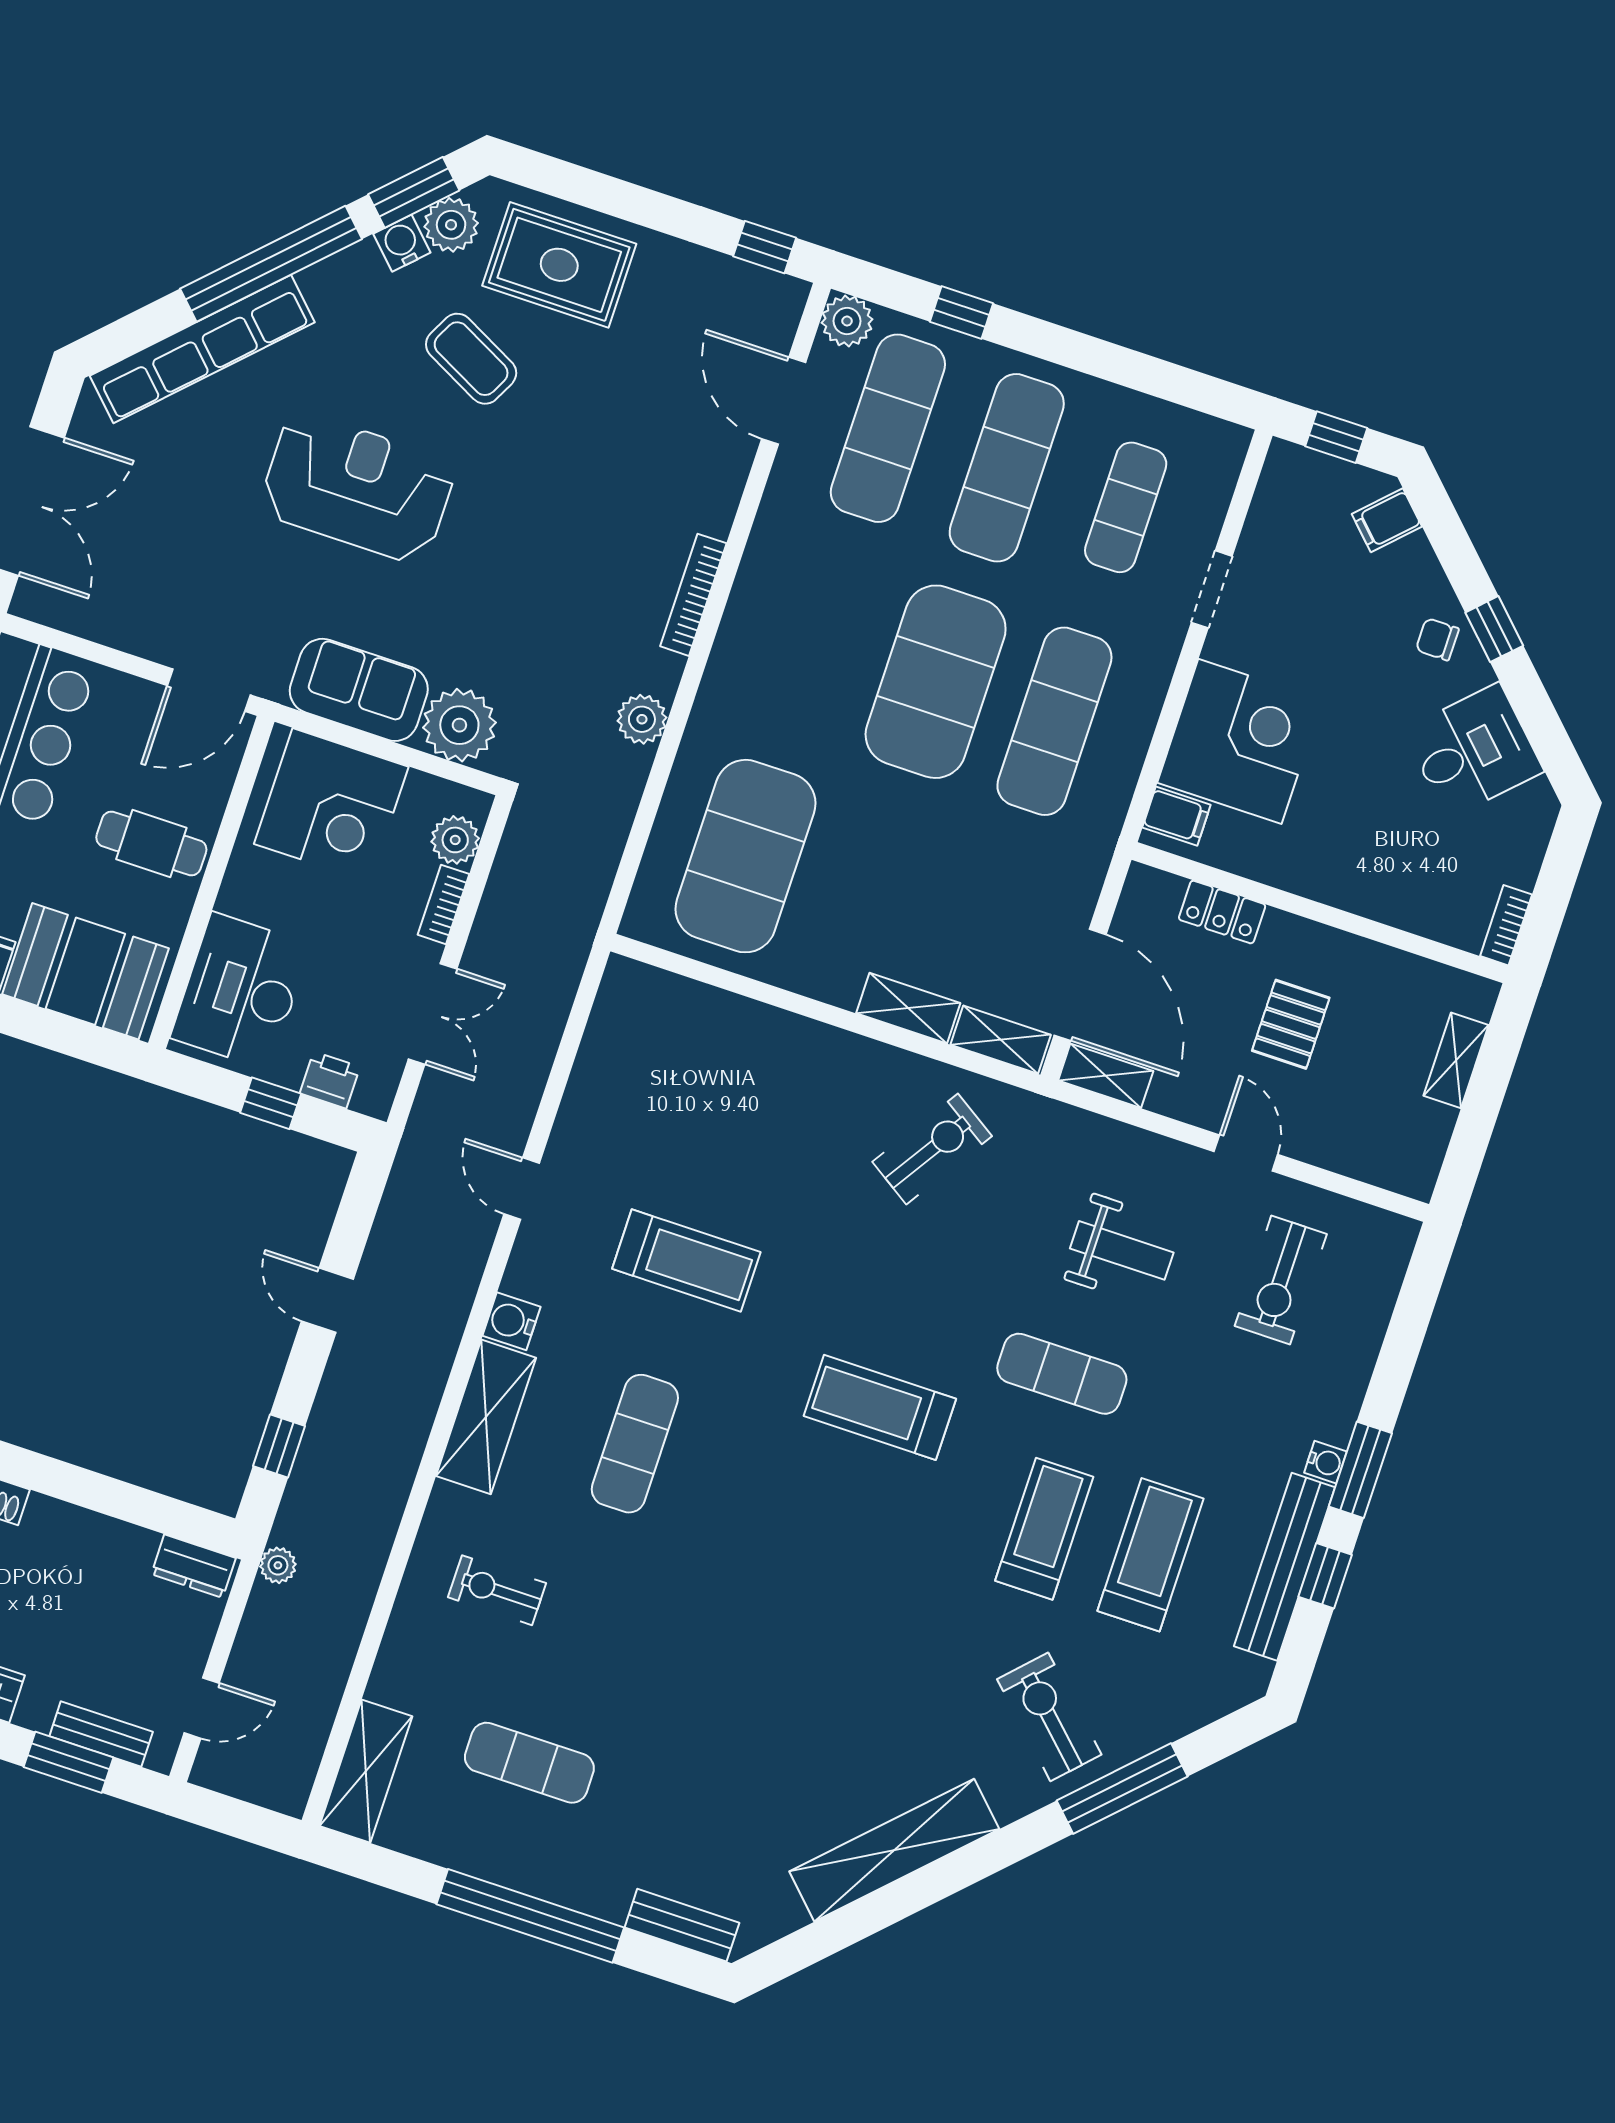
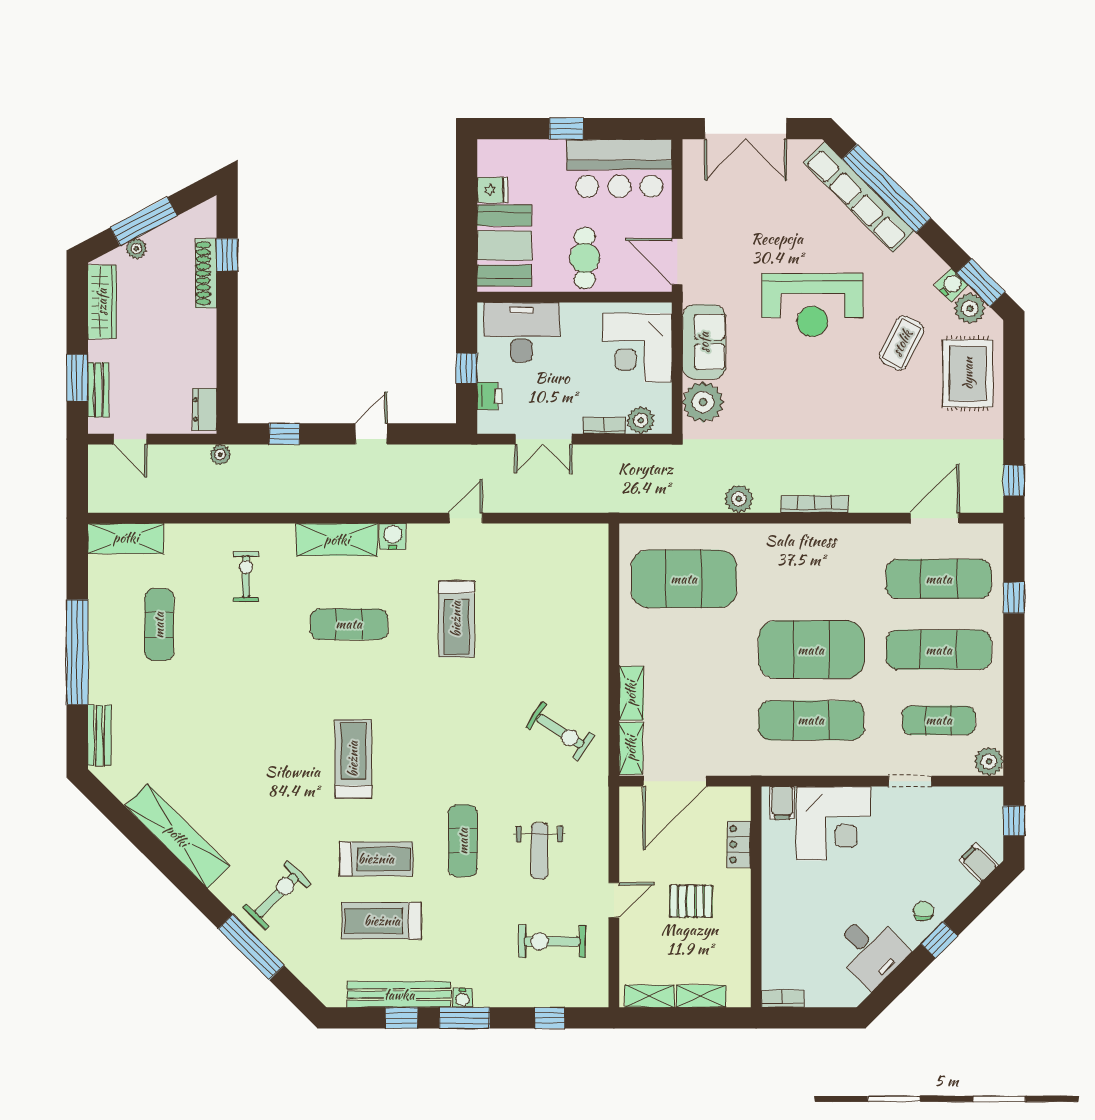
window: (271, 264) -> (887, 189), moved
plant: (847, 321) -> (989, 761), moved
reception desk: (358, 487) -> (812, 305), turned 90
shelving: (1106, 1076) -> (649, 996), moved, turned 90
window: (1408, 1326) -> (550, 1018), added
treadmill: (880, 1407) -> (353, 759), moved
treadmill: (1151, 1555) -> (382, 921), turned 180

